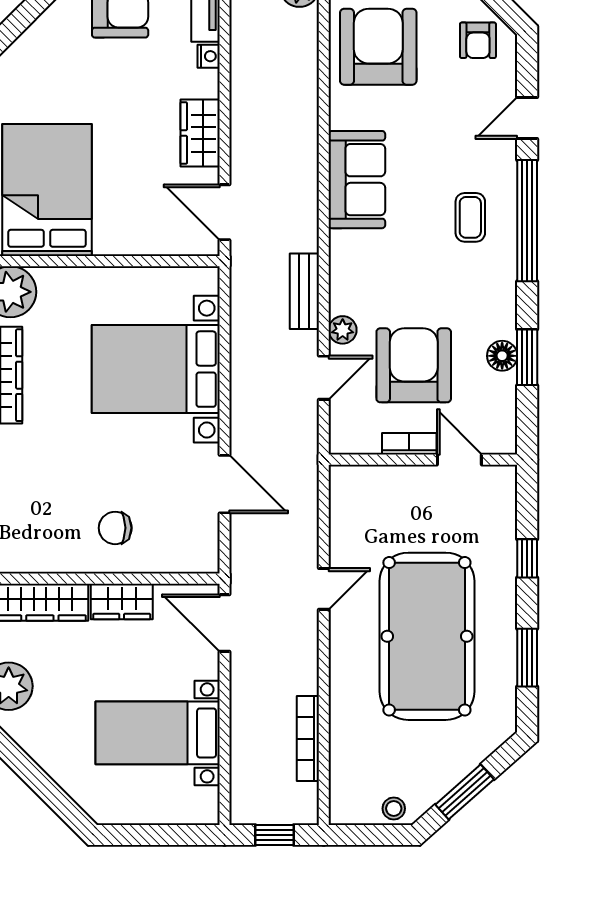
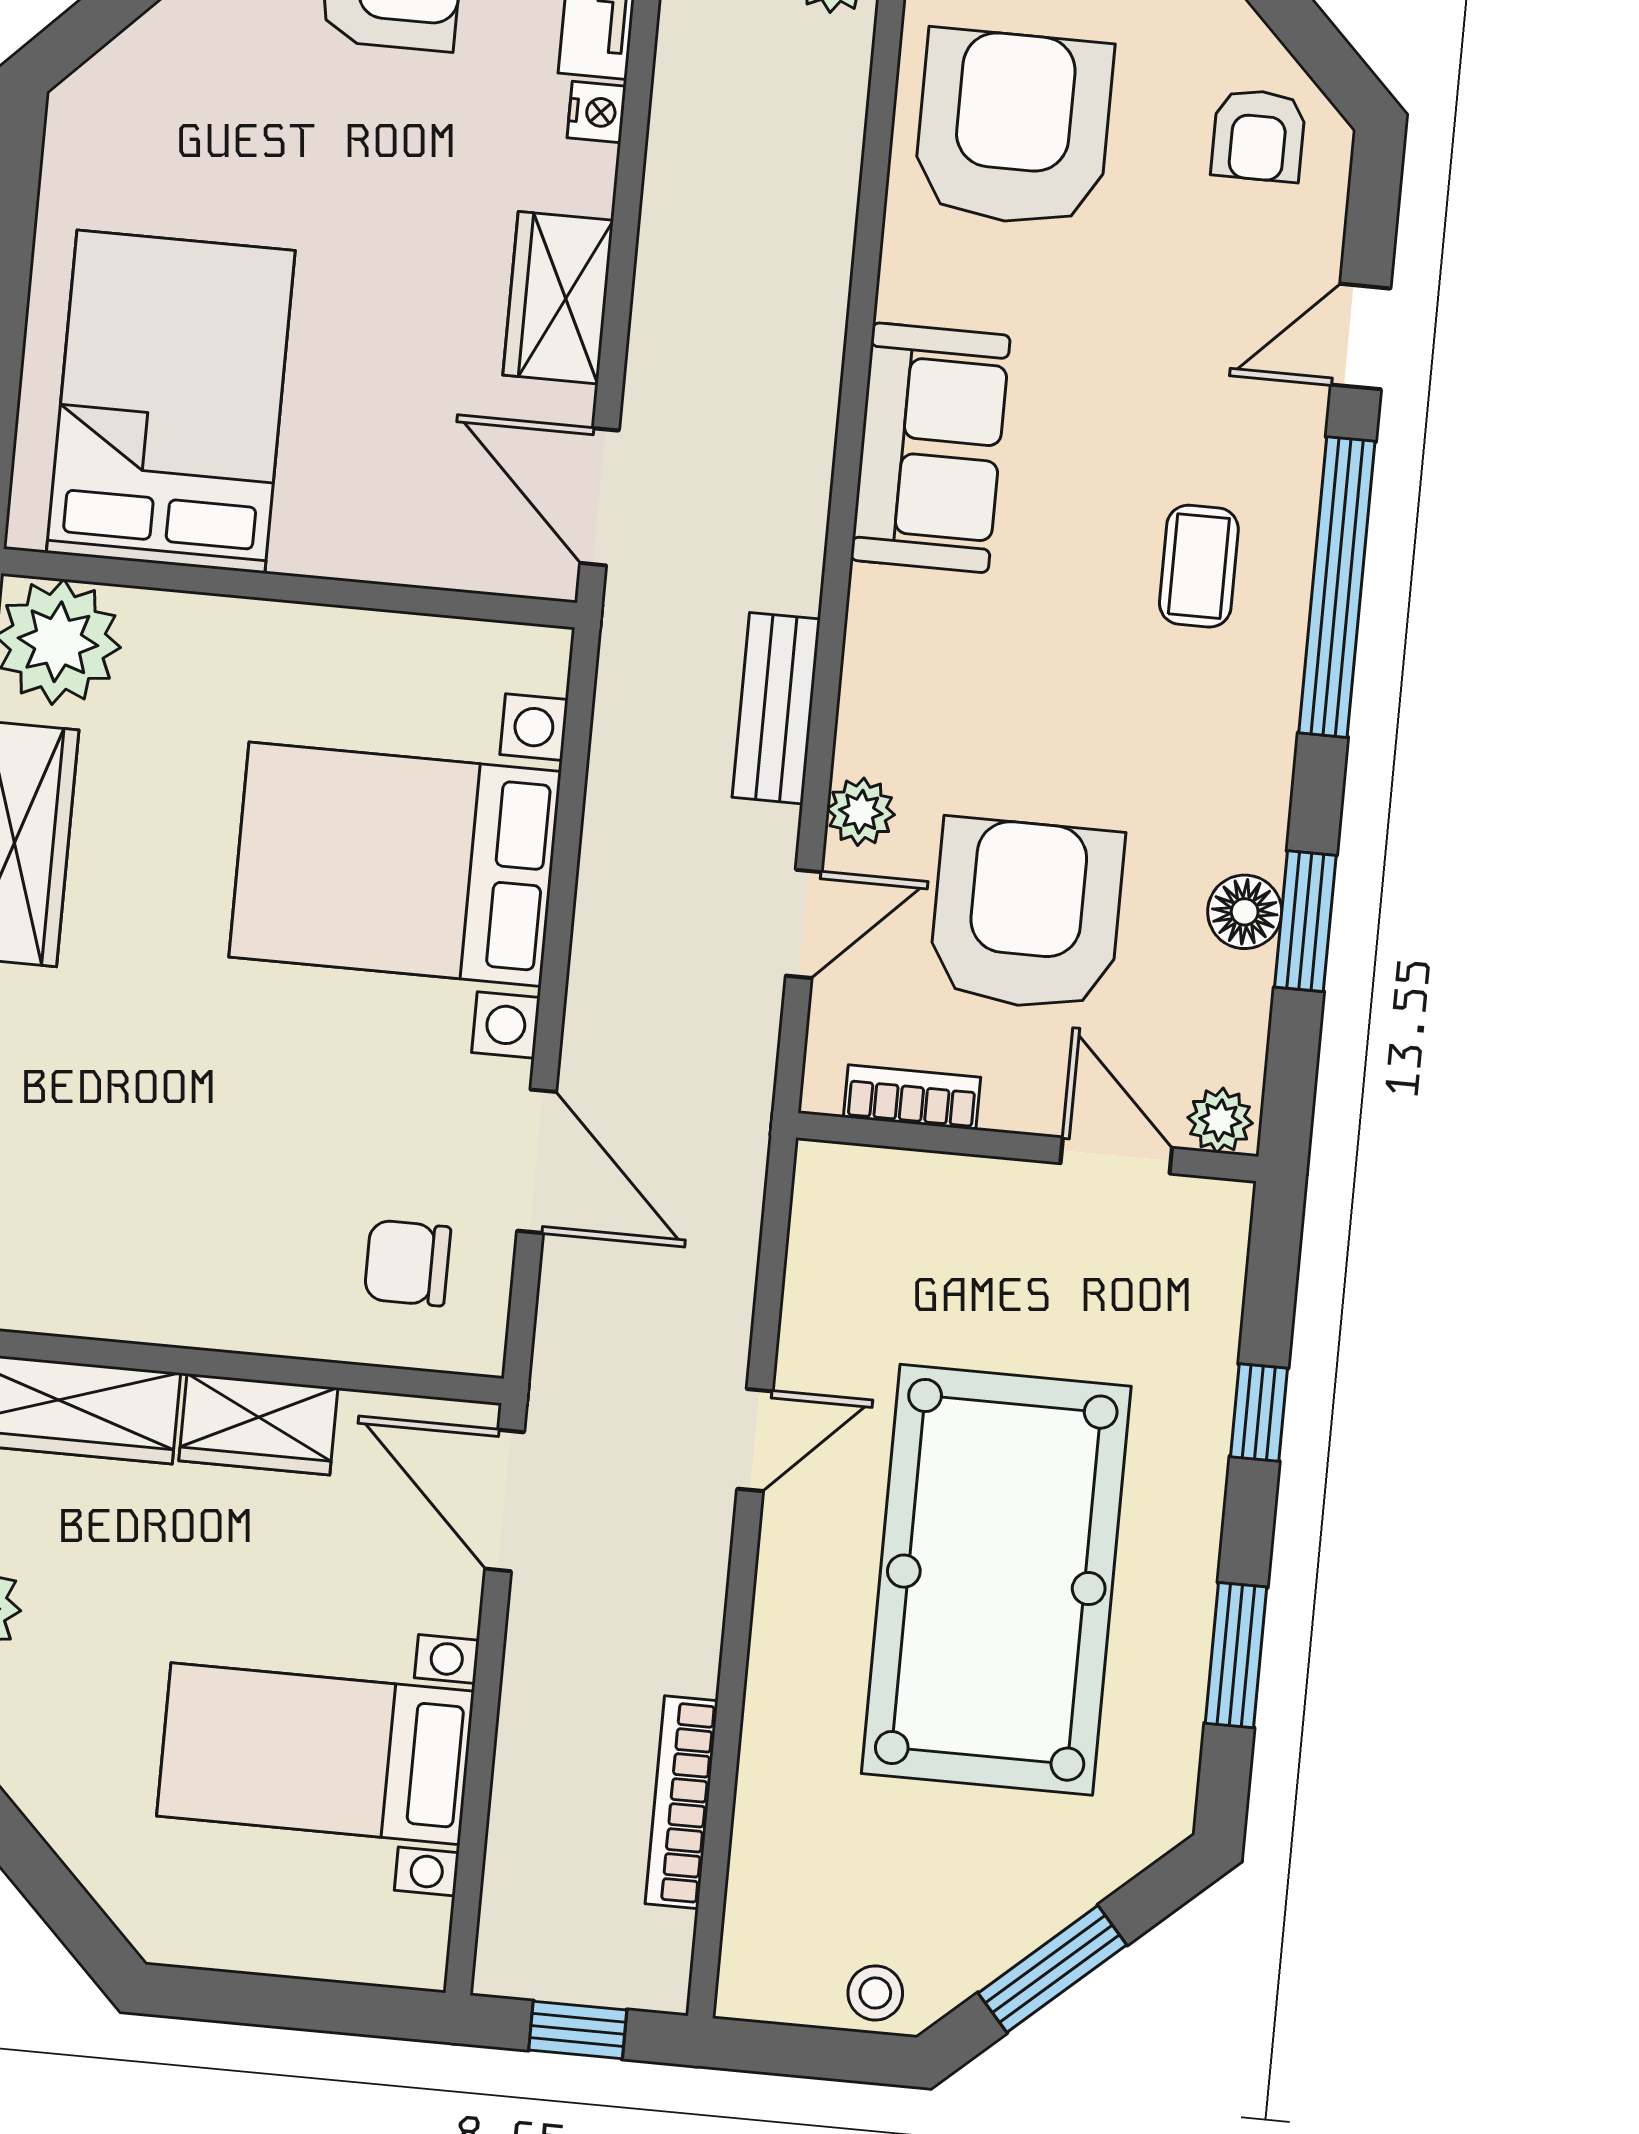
plant: (500, 441) -> (1220, 1120), added
bookcase: (409, 444) -> (912, 1097), moved
chair: (115, 528) -> (407, 1263), moved

